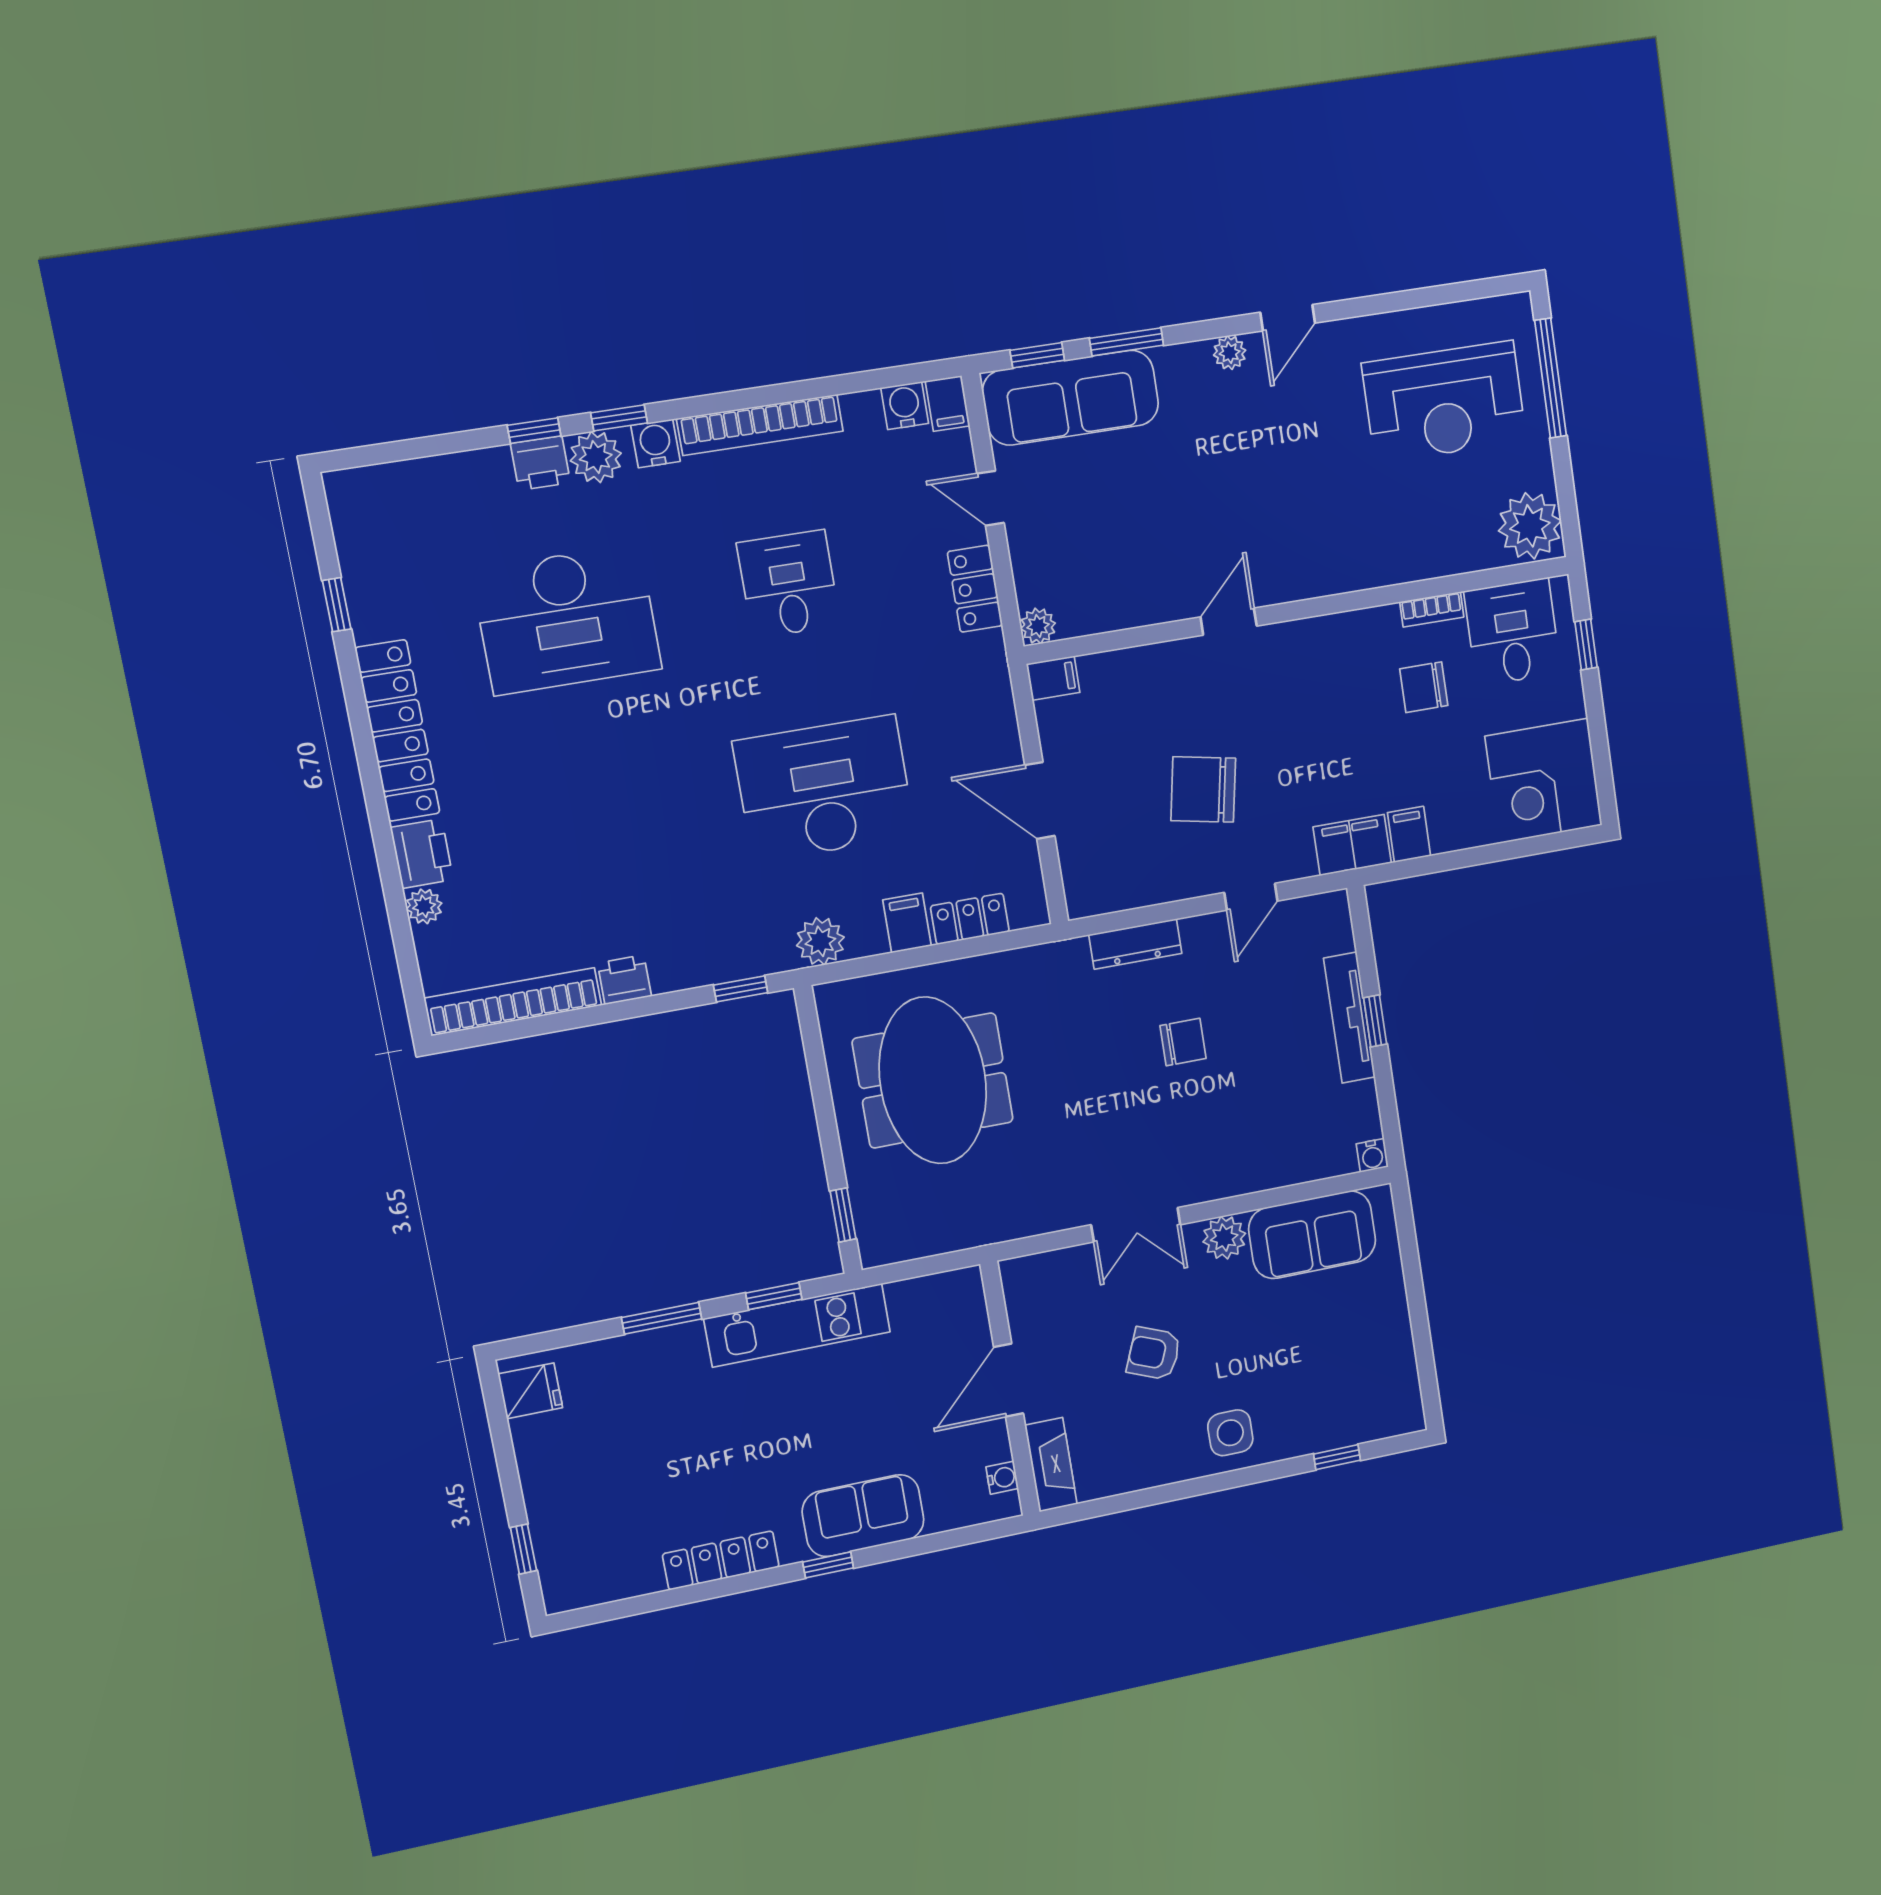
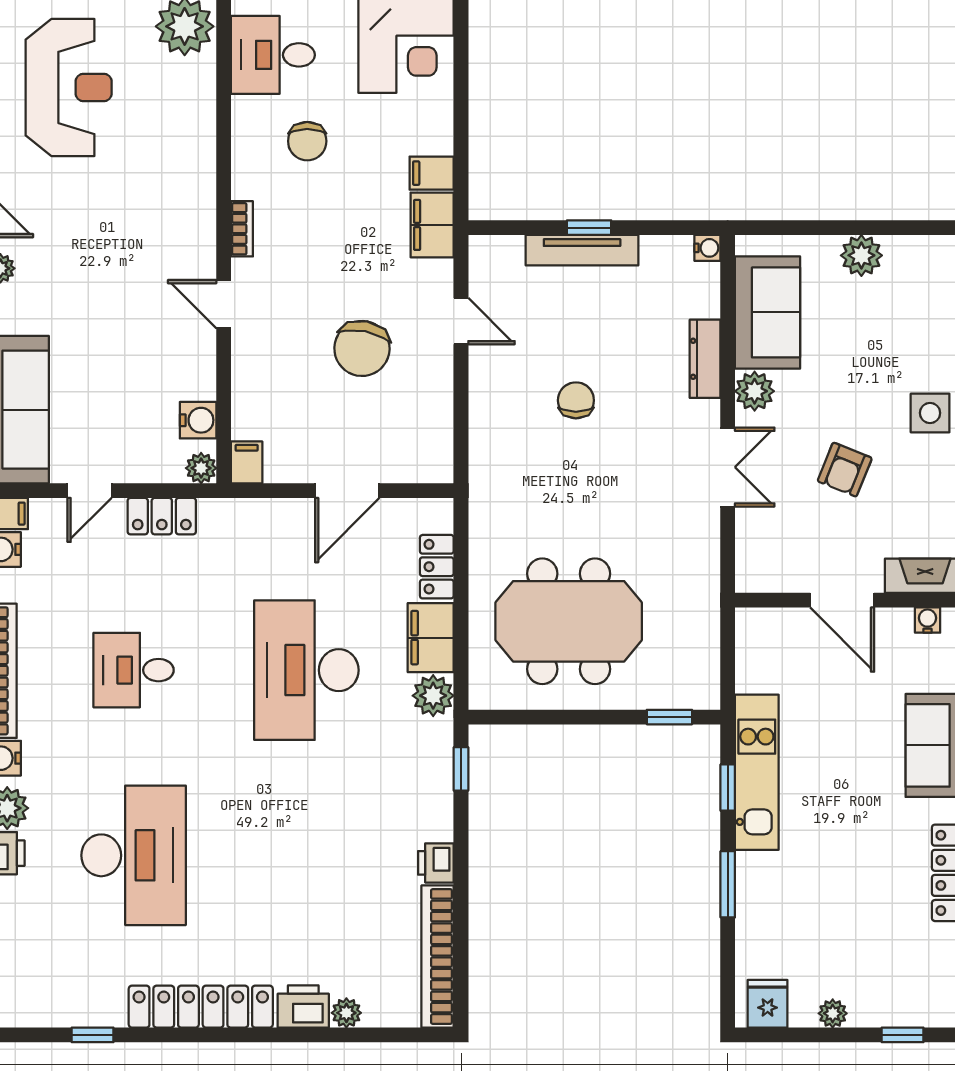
bookcase: (1432, 609) -> (242, 229), moved
water cooler: (1092, 613) -> (198, 420), added
filing cabinet: (907, 923) -> (431, 638), width x2.00
dresser: (1135, 944) -> (705, 359), moved, turned 180
plant: (1389, 1324) -> (861, 255), added
plant: (533, 1466) -> (833, 1013), added

